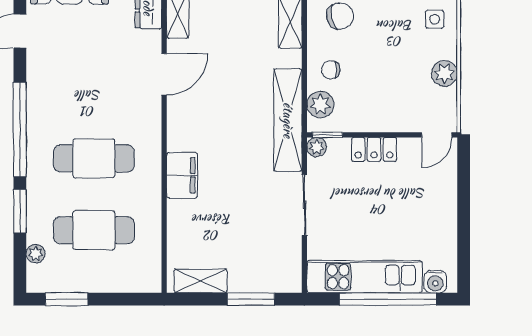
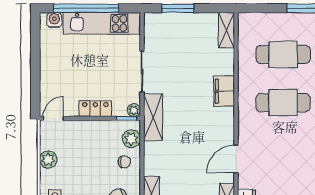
shelving: (288, 120) -> (153, 117), width x0.68
shelving: (201, 281) -> (226, 30), moved, turned 90

